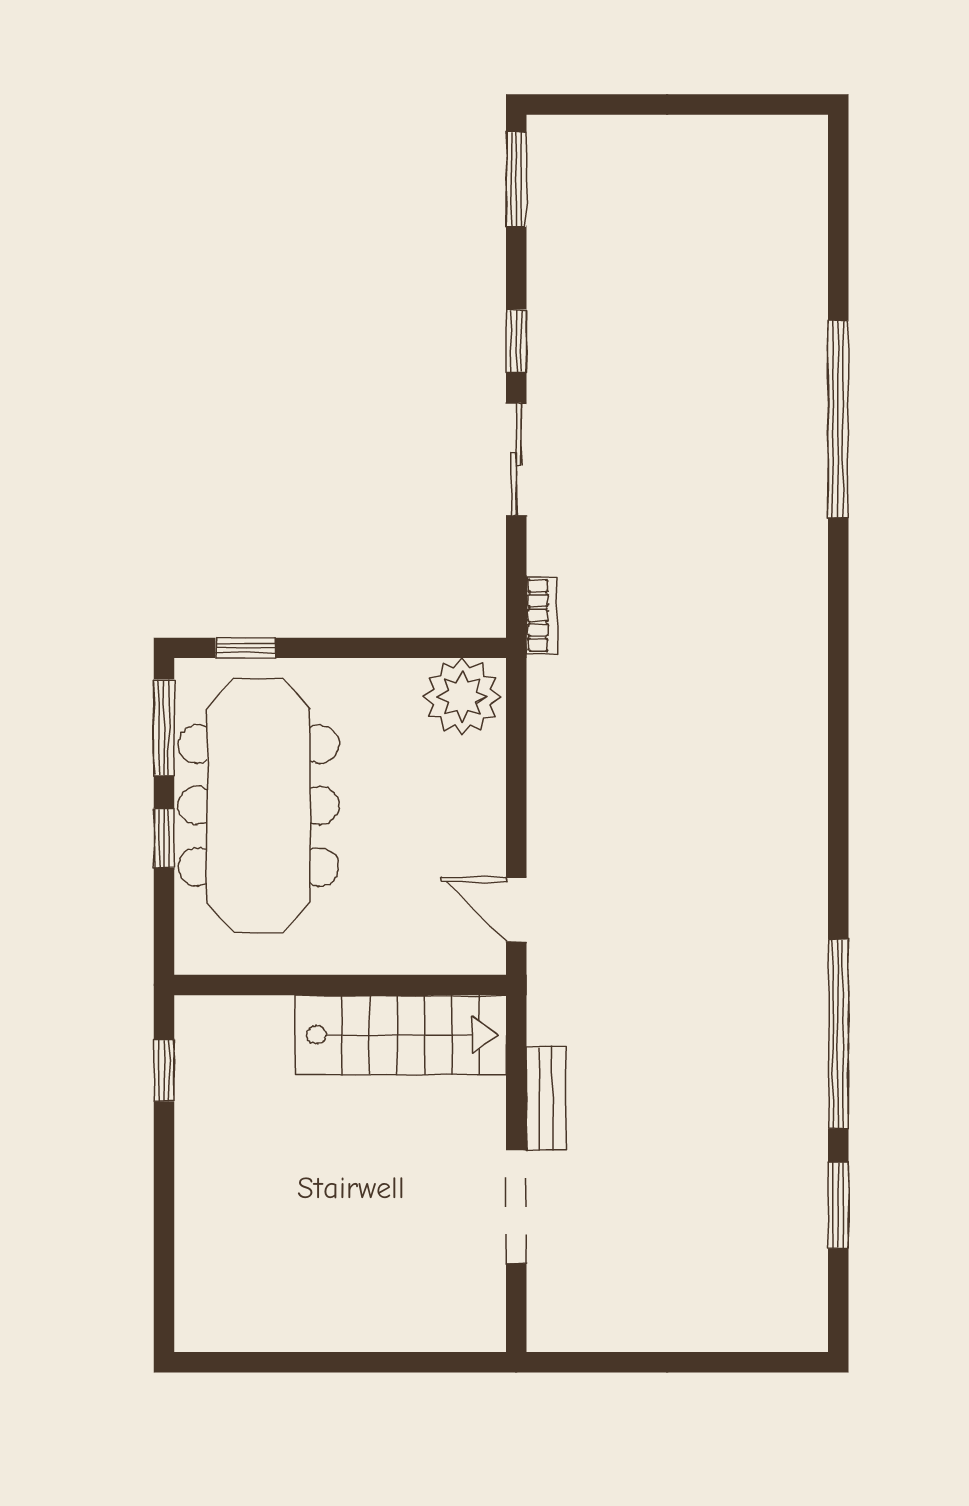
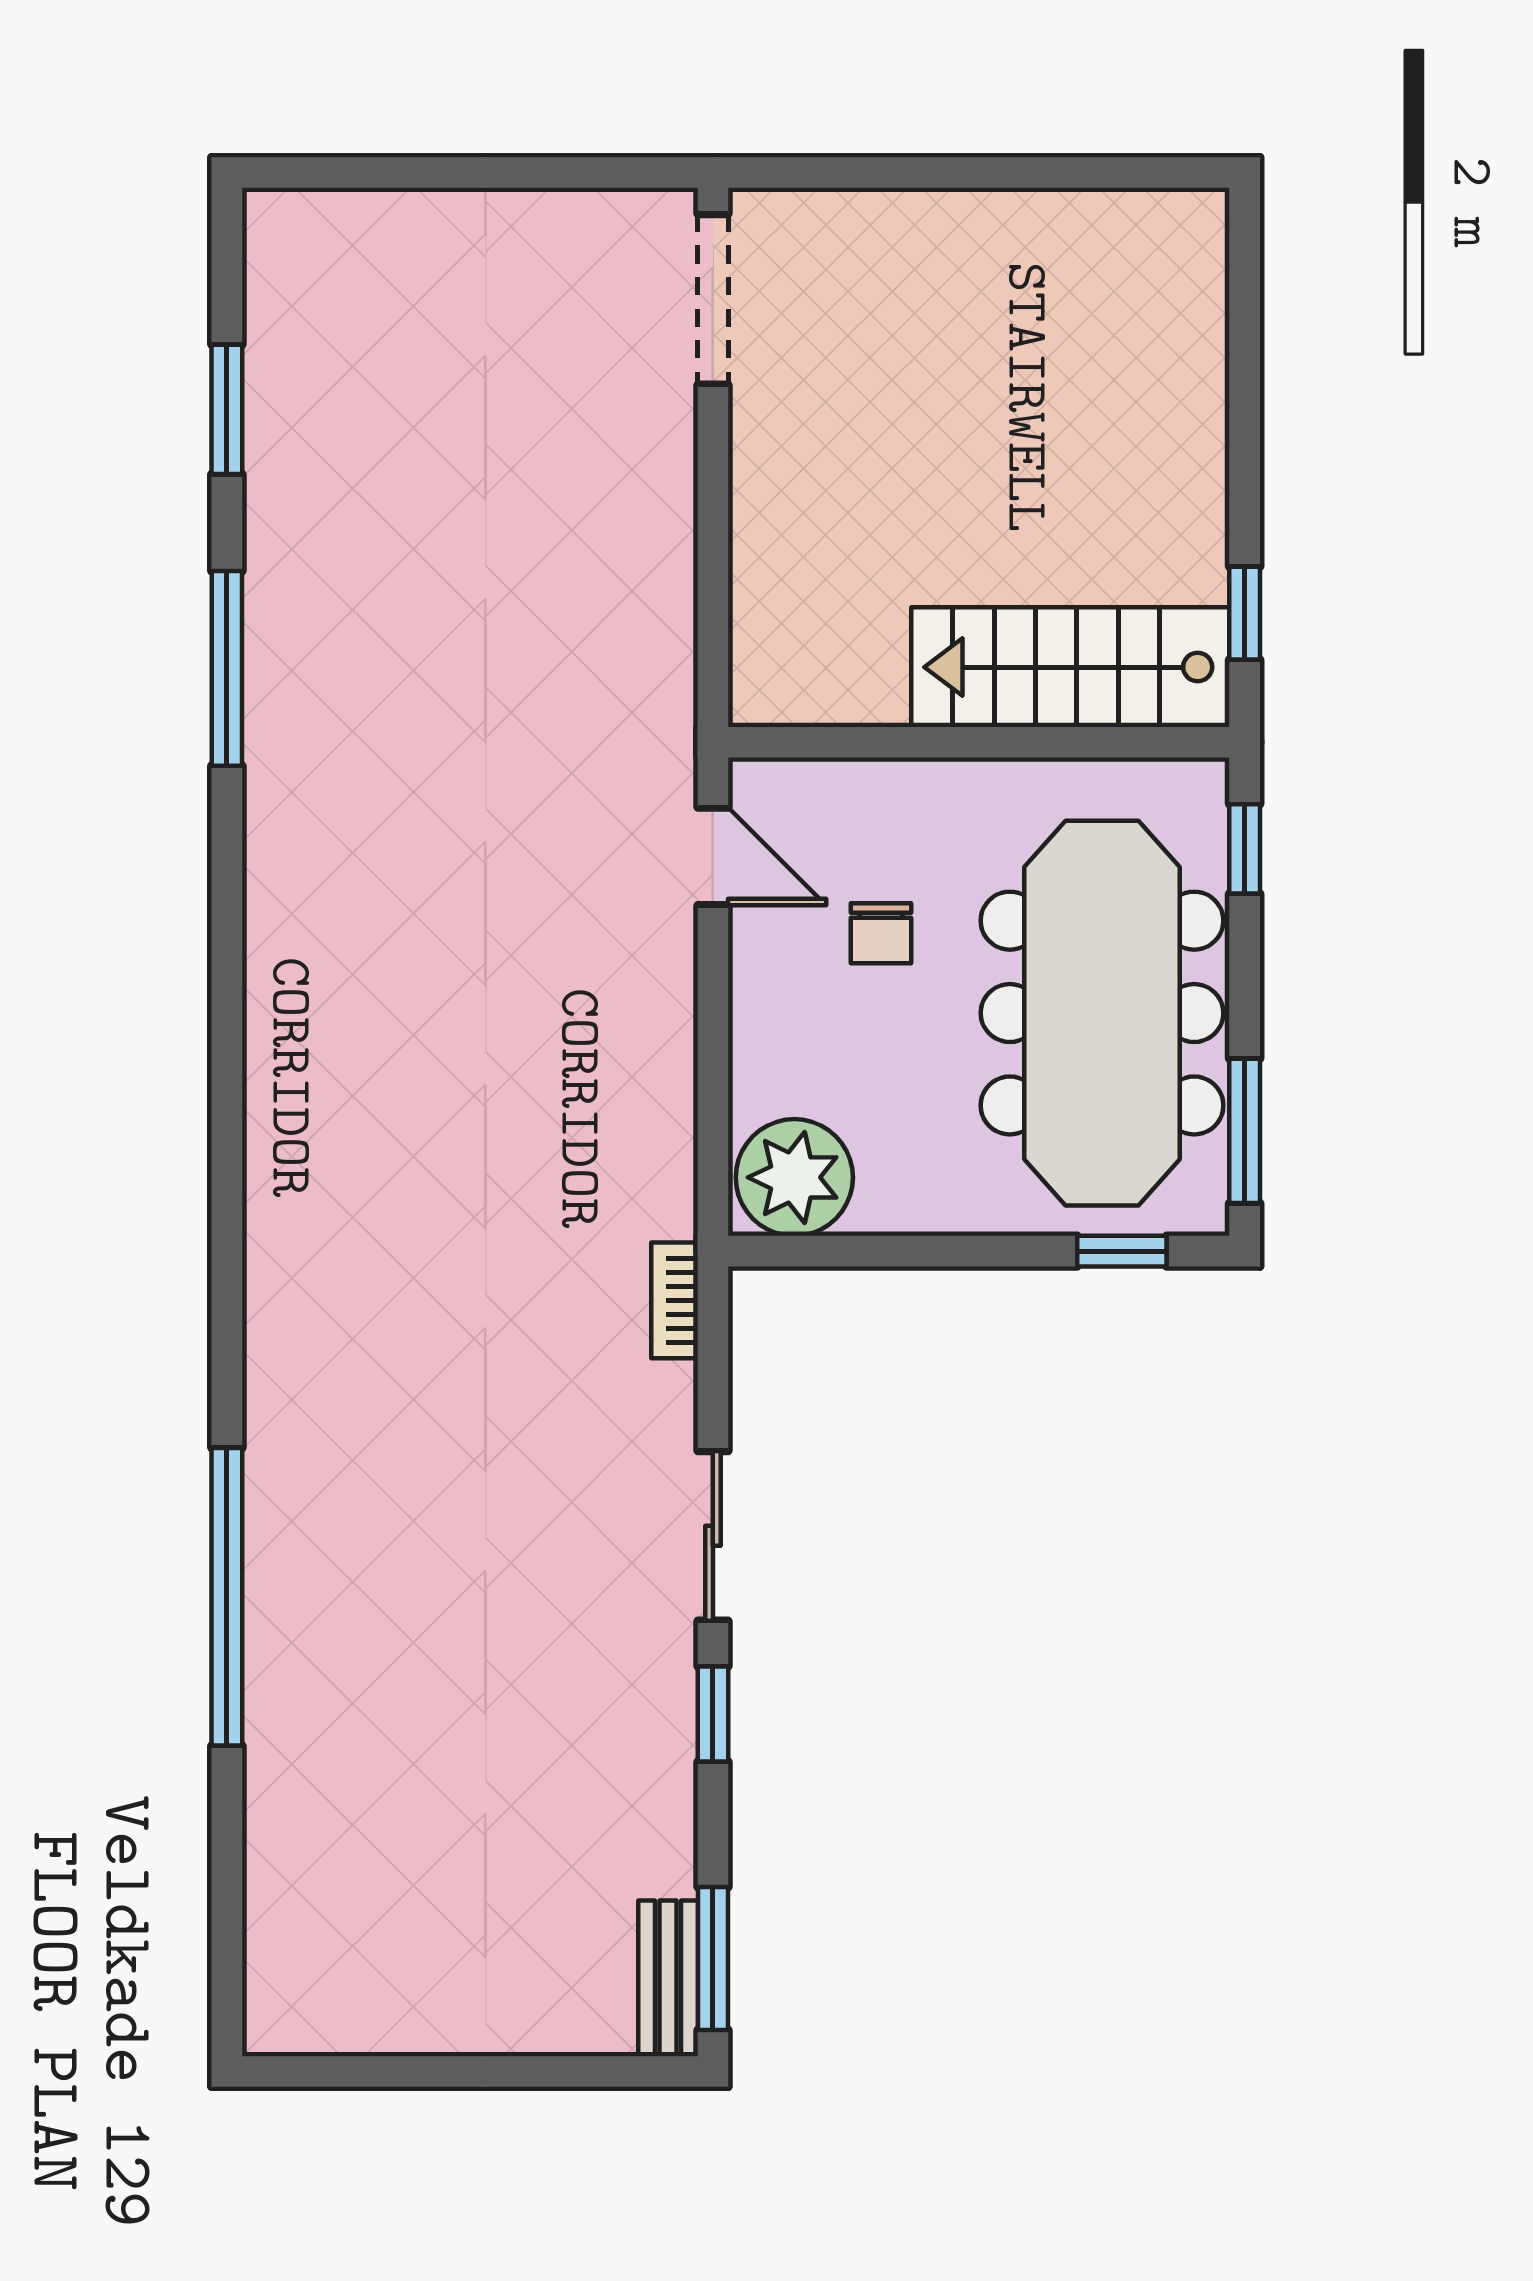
window: (164, 838) -> (1245, 849), moved
chair: (405, 858) -> (881, 933), added
window: (838, 1034) -> (227, 668), width x0.68
stairs: (401, 1035) -> (1070, 667), moved
bench: (546, 1098) -> (668, 1978), moved
doorway: (516, 1207) -> (713, 299), moved

